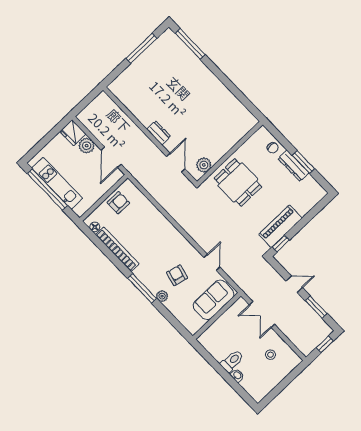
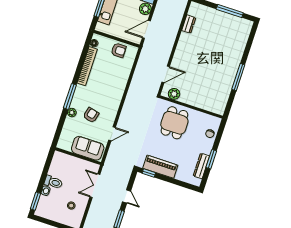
window: (190, 44) -> (238, 77), moved
dresser: (159, 133) -> (189, 24), moved
dresser: (294, 166) -> (201, 166), moved
window: (243, 394) -> (36, 201), added

